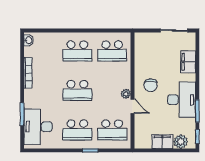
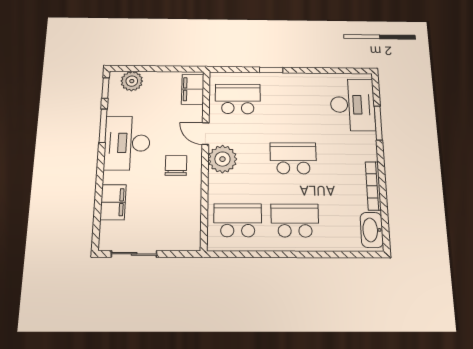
washbasin: (29, 40) -> (372, 230), width x1.91, depth x1.45
plant: (126, 94) -> (222, 159), width x1.88, depth x1.88
school desk: (77, 130) -> (292, 99), removed
filing cabinet: (162, 142) -> (193, 89), moved, turned 90

